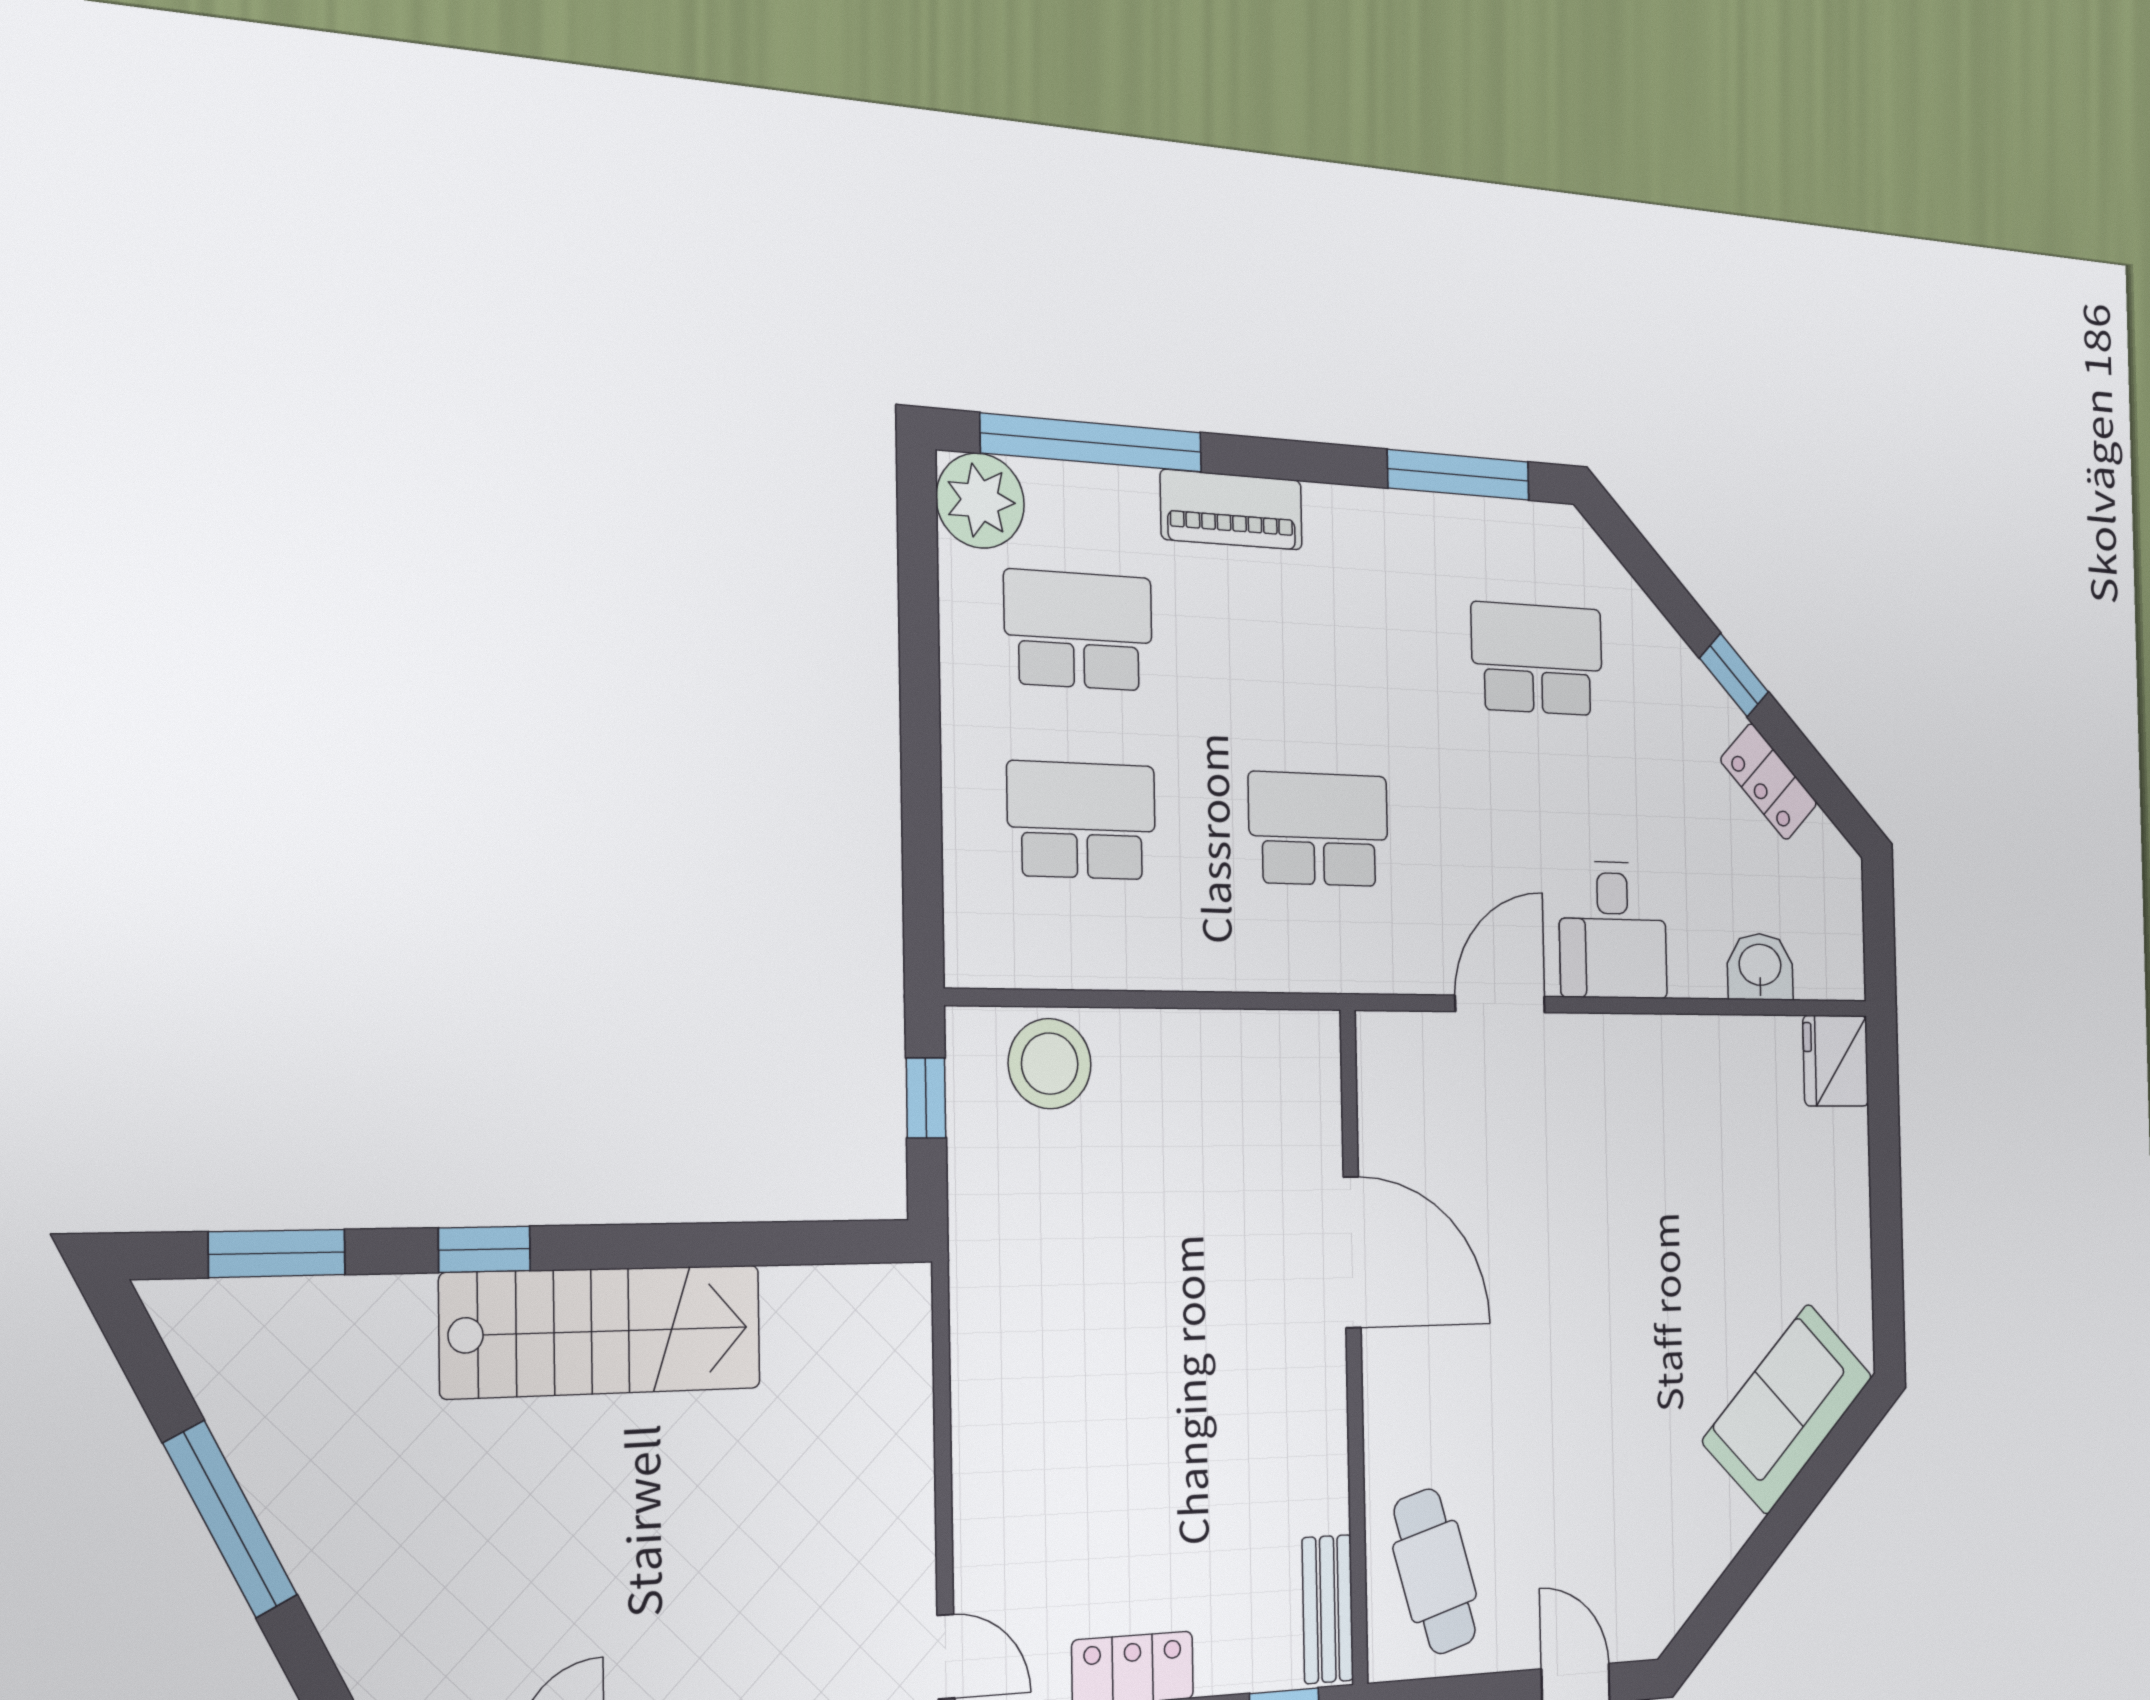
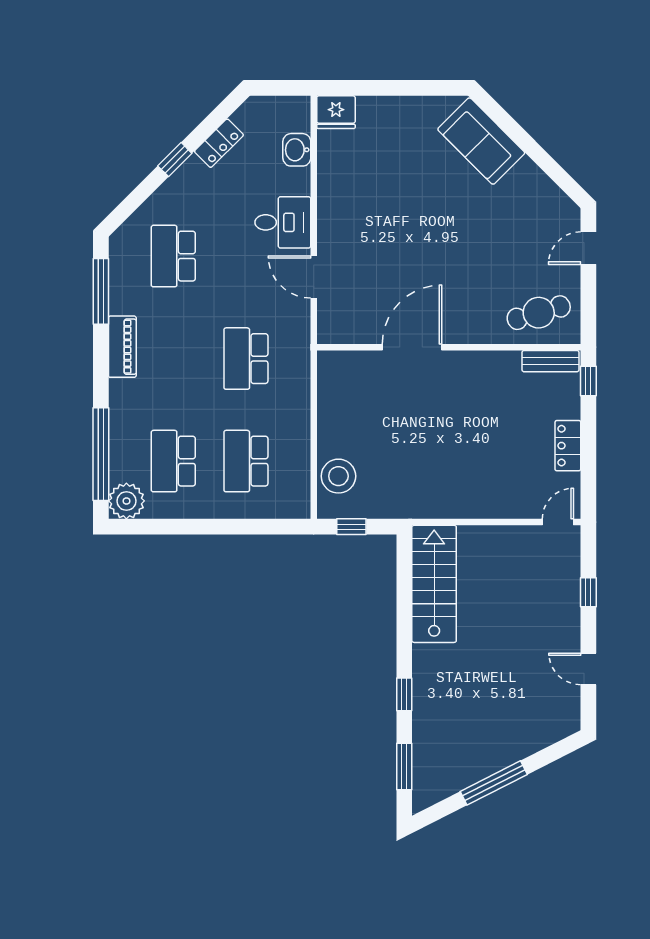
piano: (1232, 510) -> (122, 347), moved
stairs: (602, 1331) -> (434, 584), moved

